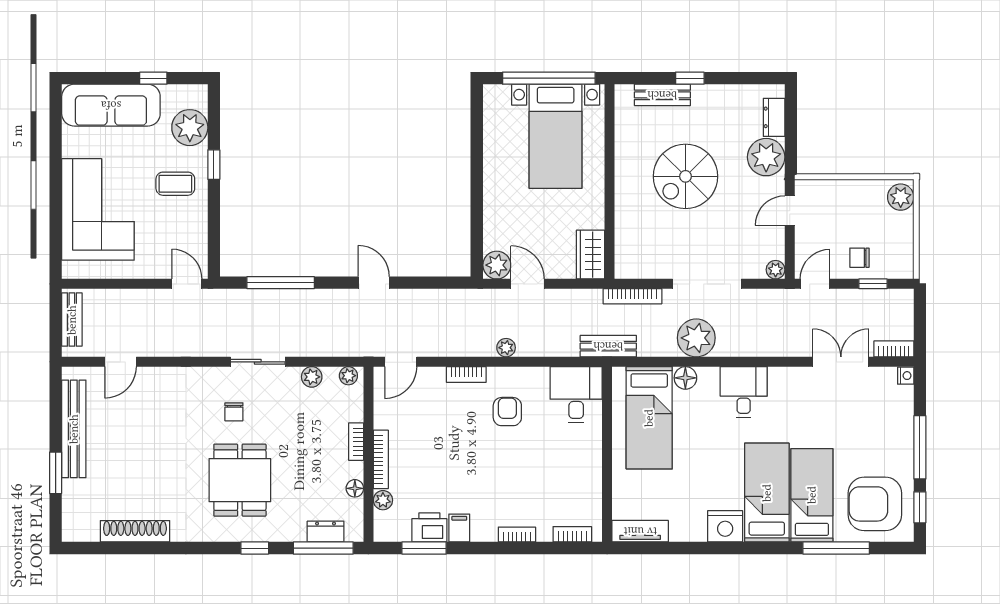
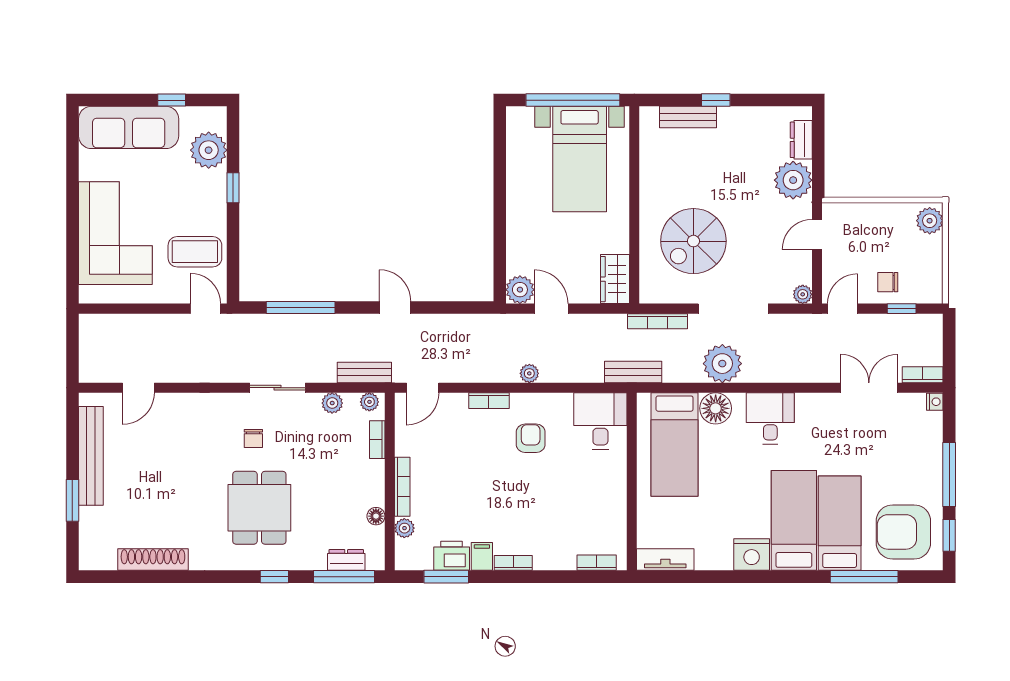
spiral stairs: (686, 176) -> (693, 241), moved
coffee table: (175, 184) -> (195, 252), moved, width x1.36, depth x1.30
bench: (72, 320) -> (364, 372), moved, turned 90
floor lamp: (685, 378) -> (716, 408), width x1.38, depth x1.38
bookcase: (356, 442) -> (377, 440), moved
bookcase: (517, 534) -> (513, 563), moved

